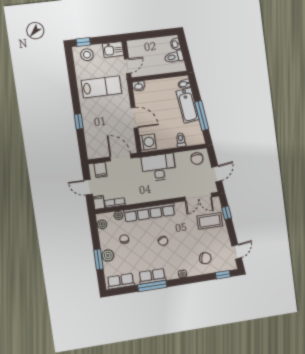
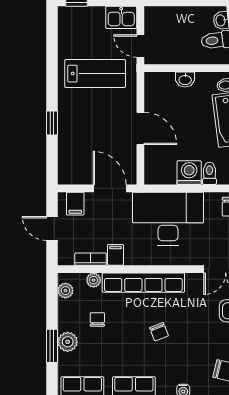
stool: (87, 55) -> (79, 21), removed
door: (127, 66) -> (140, 46), swing flipped
washbasin: (139, 86) -> (185, 80), moved
washing machine: (148, 142) -> (189, 173), moved, turned -90
desk: (159, 167) -> (168, 219), width x1.36, depth x1.30
filing cabinet: (99, 202) -> (116, 255), moved

